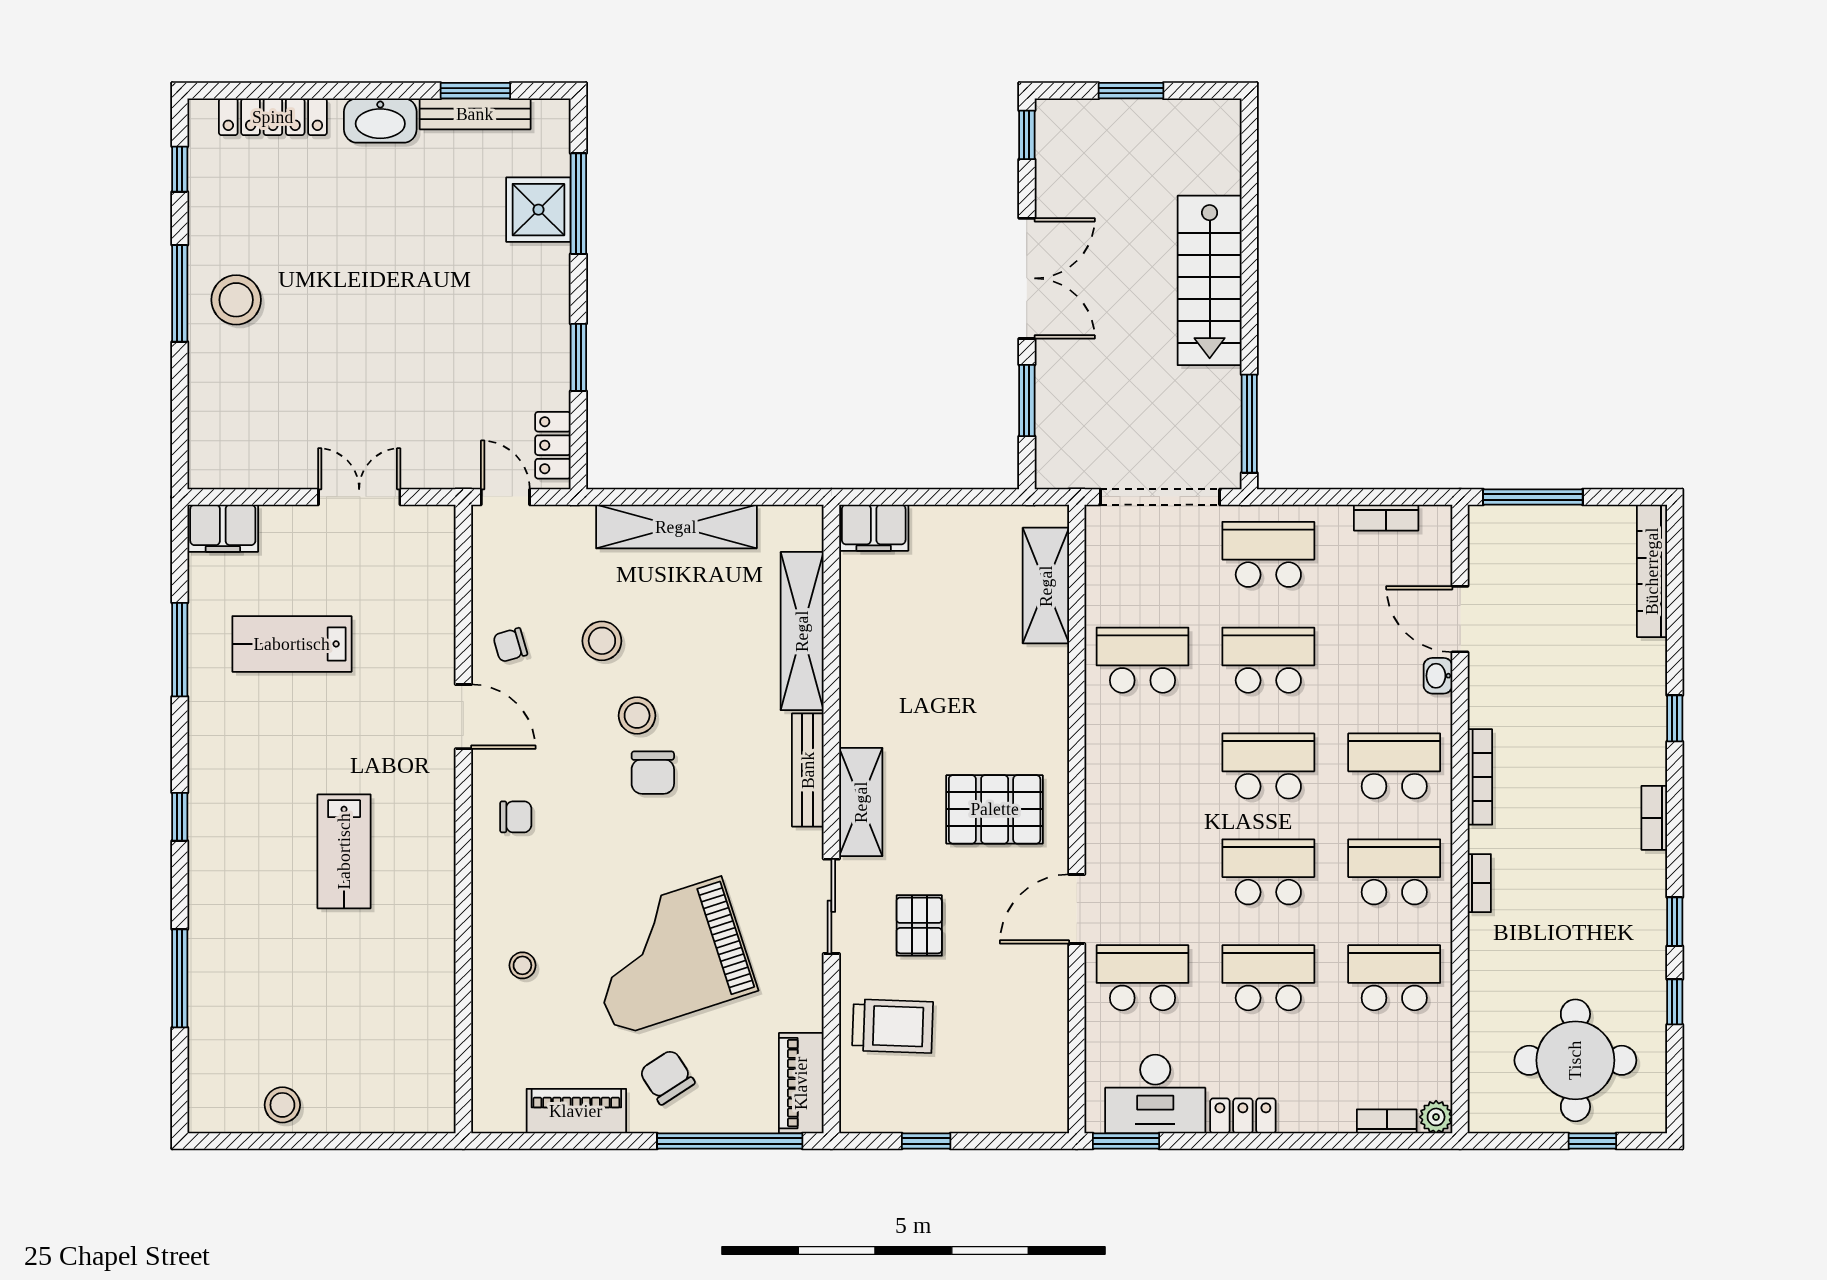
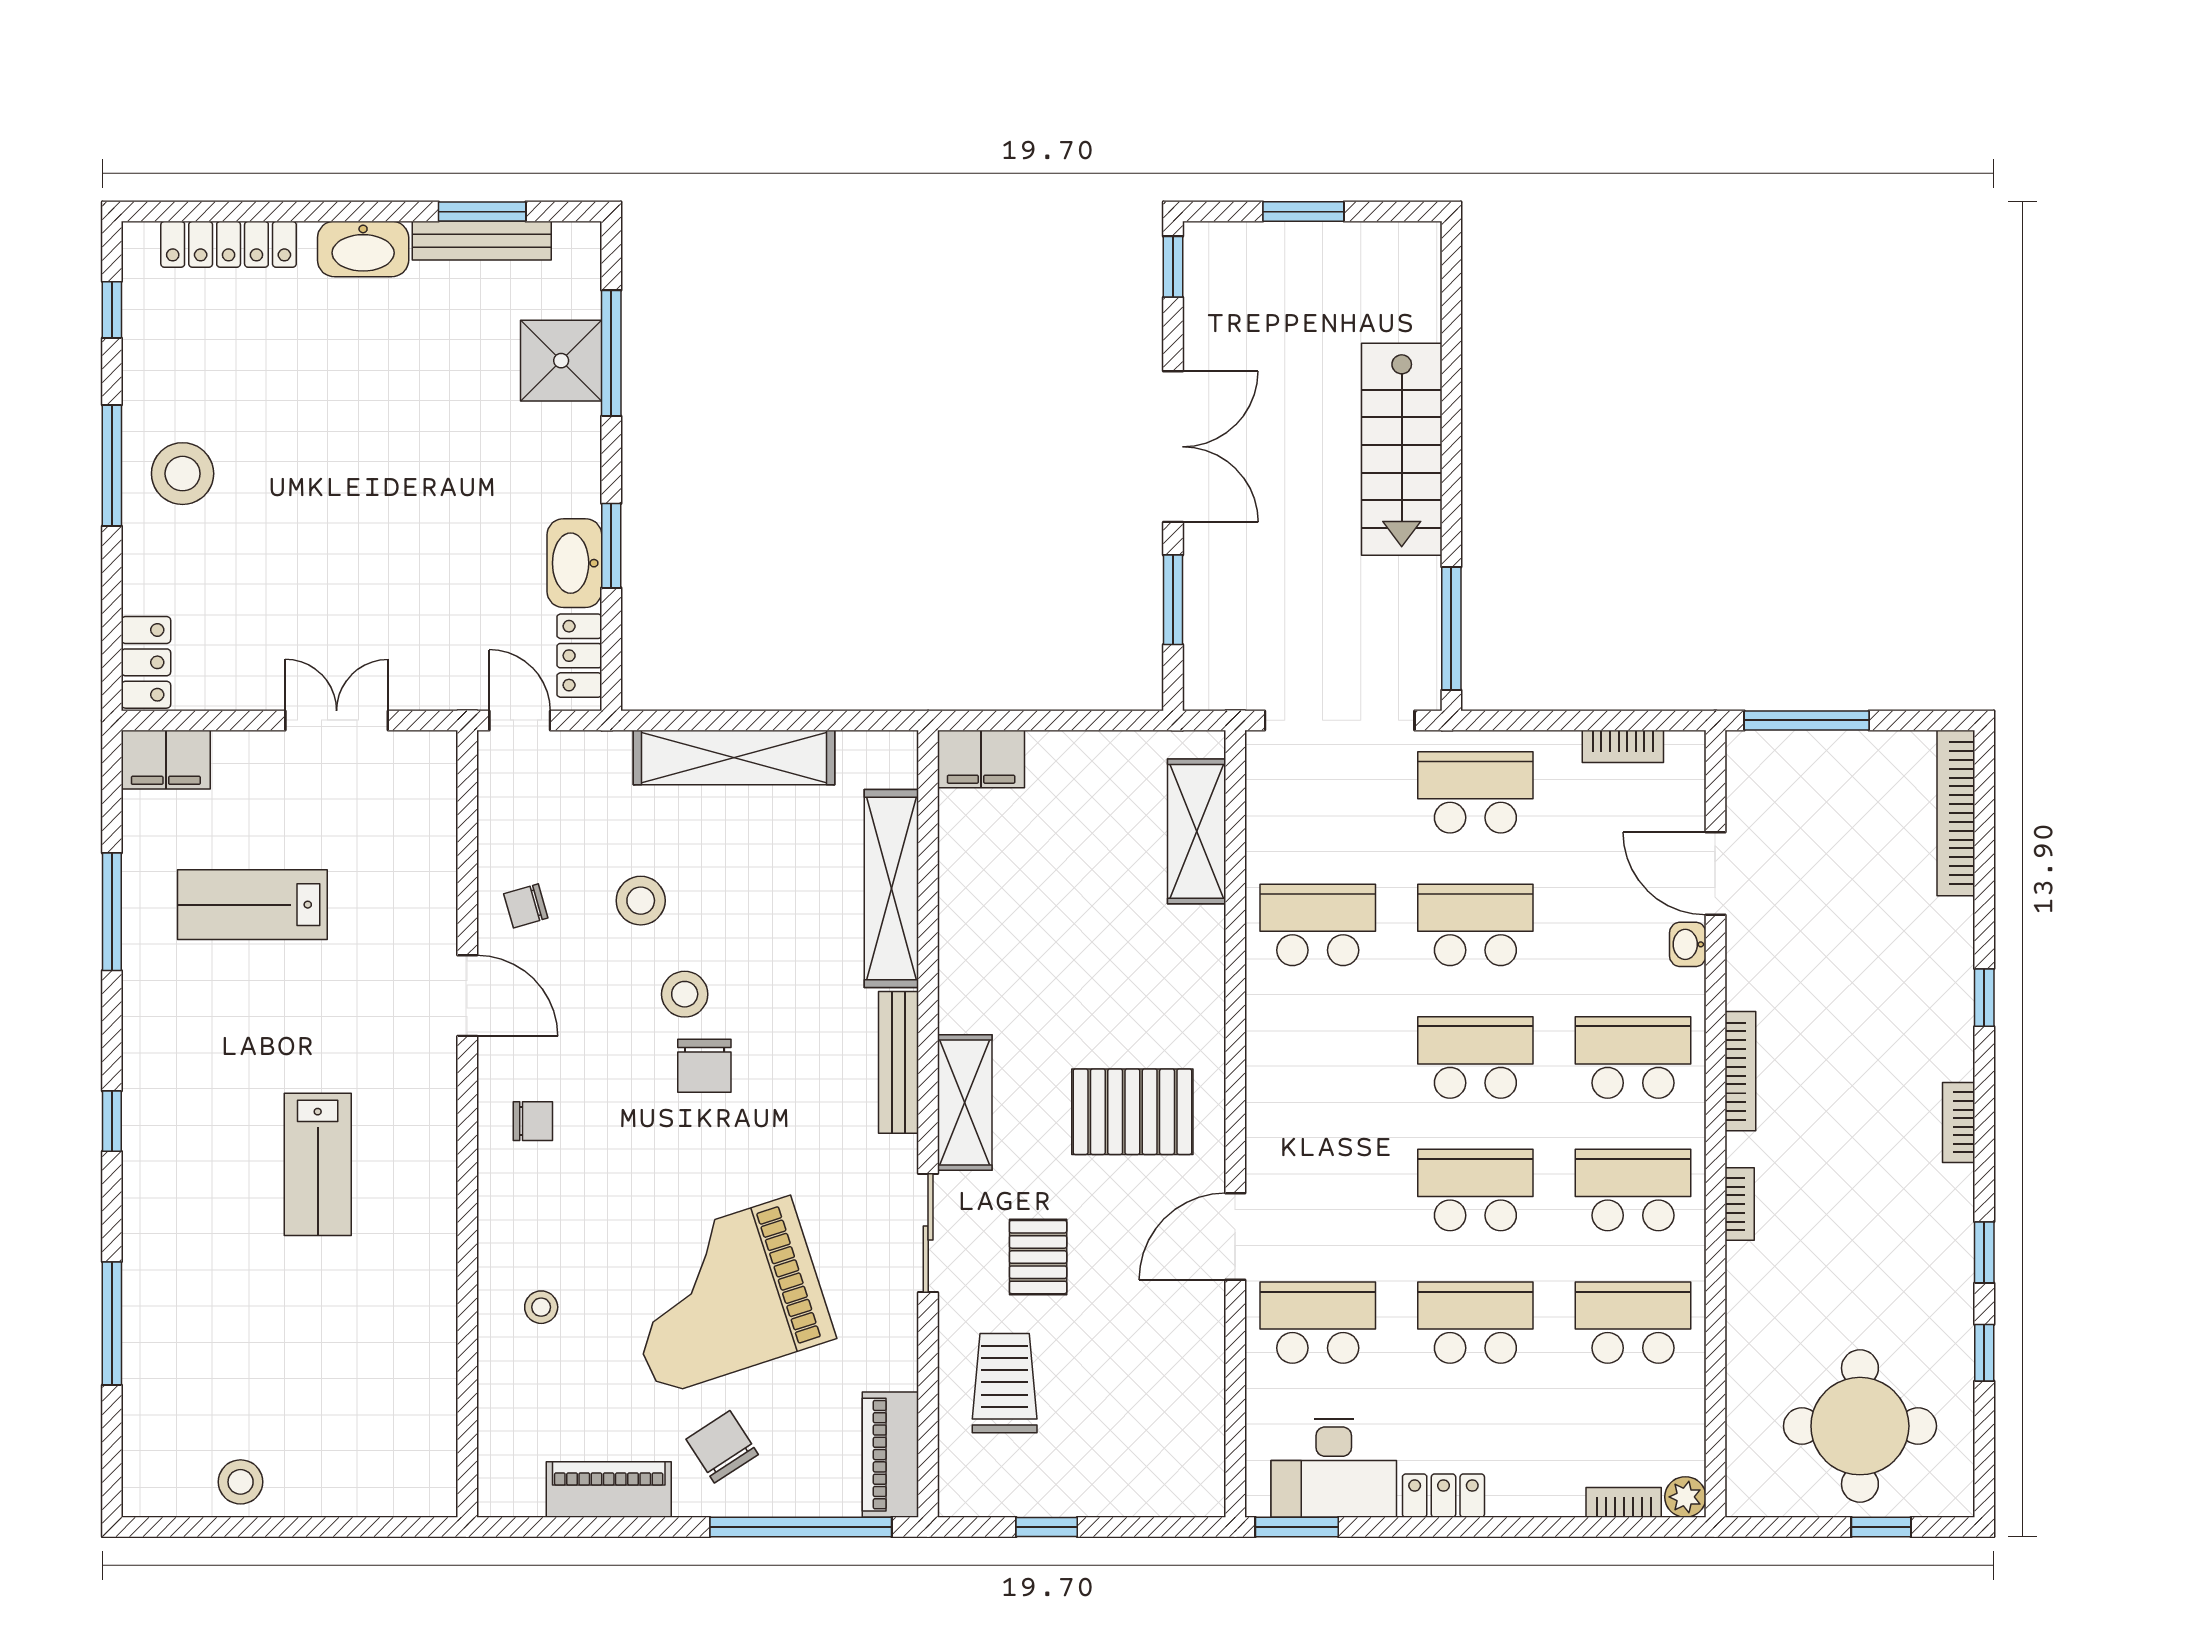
washbasin: (549, 371) -> (574, 563), added
locker: (207, 451) -> (146, 662), added
trolley: (893, 1026) -> (1005, 1383), turned -92

